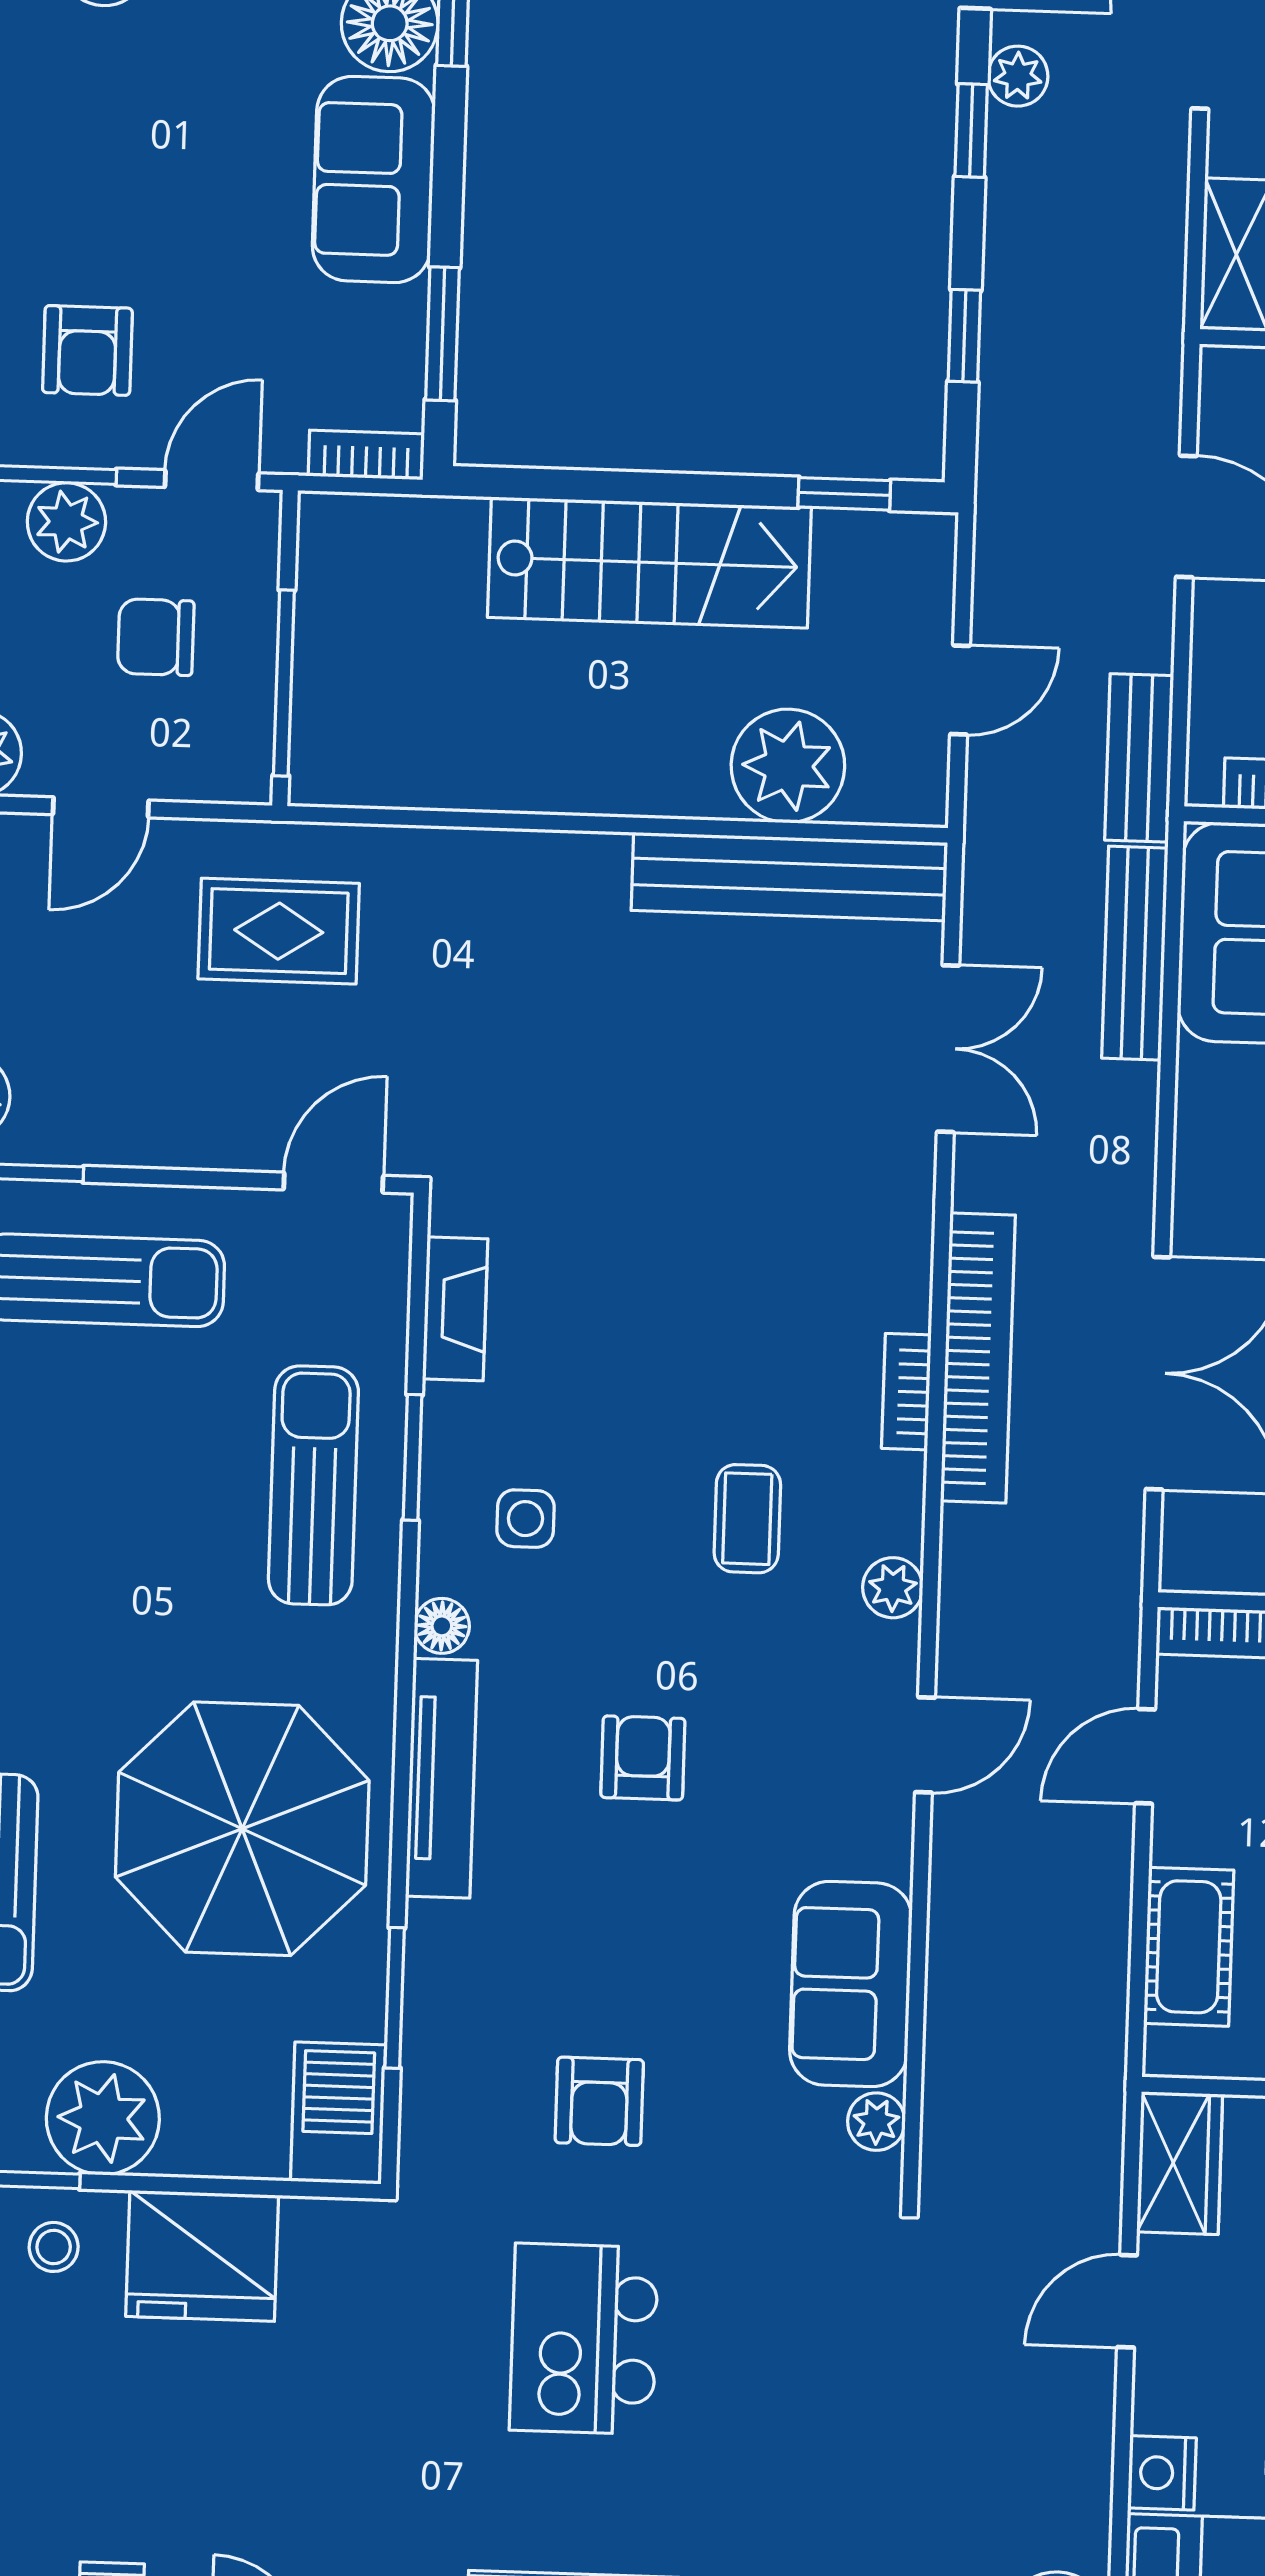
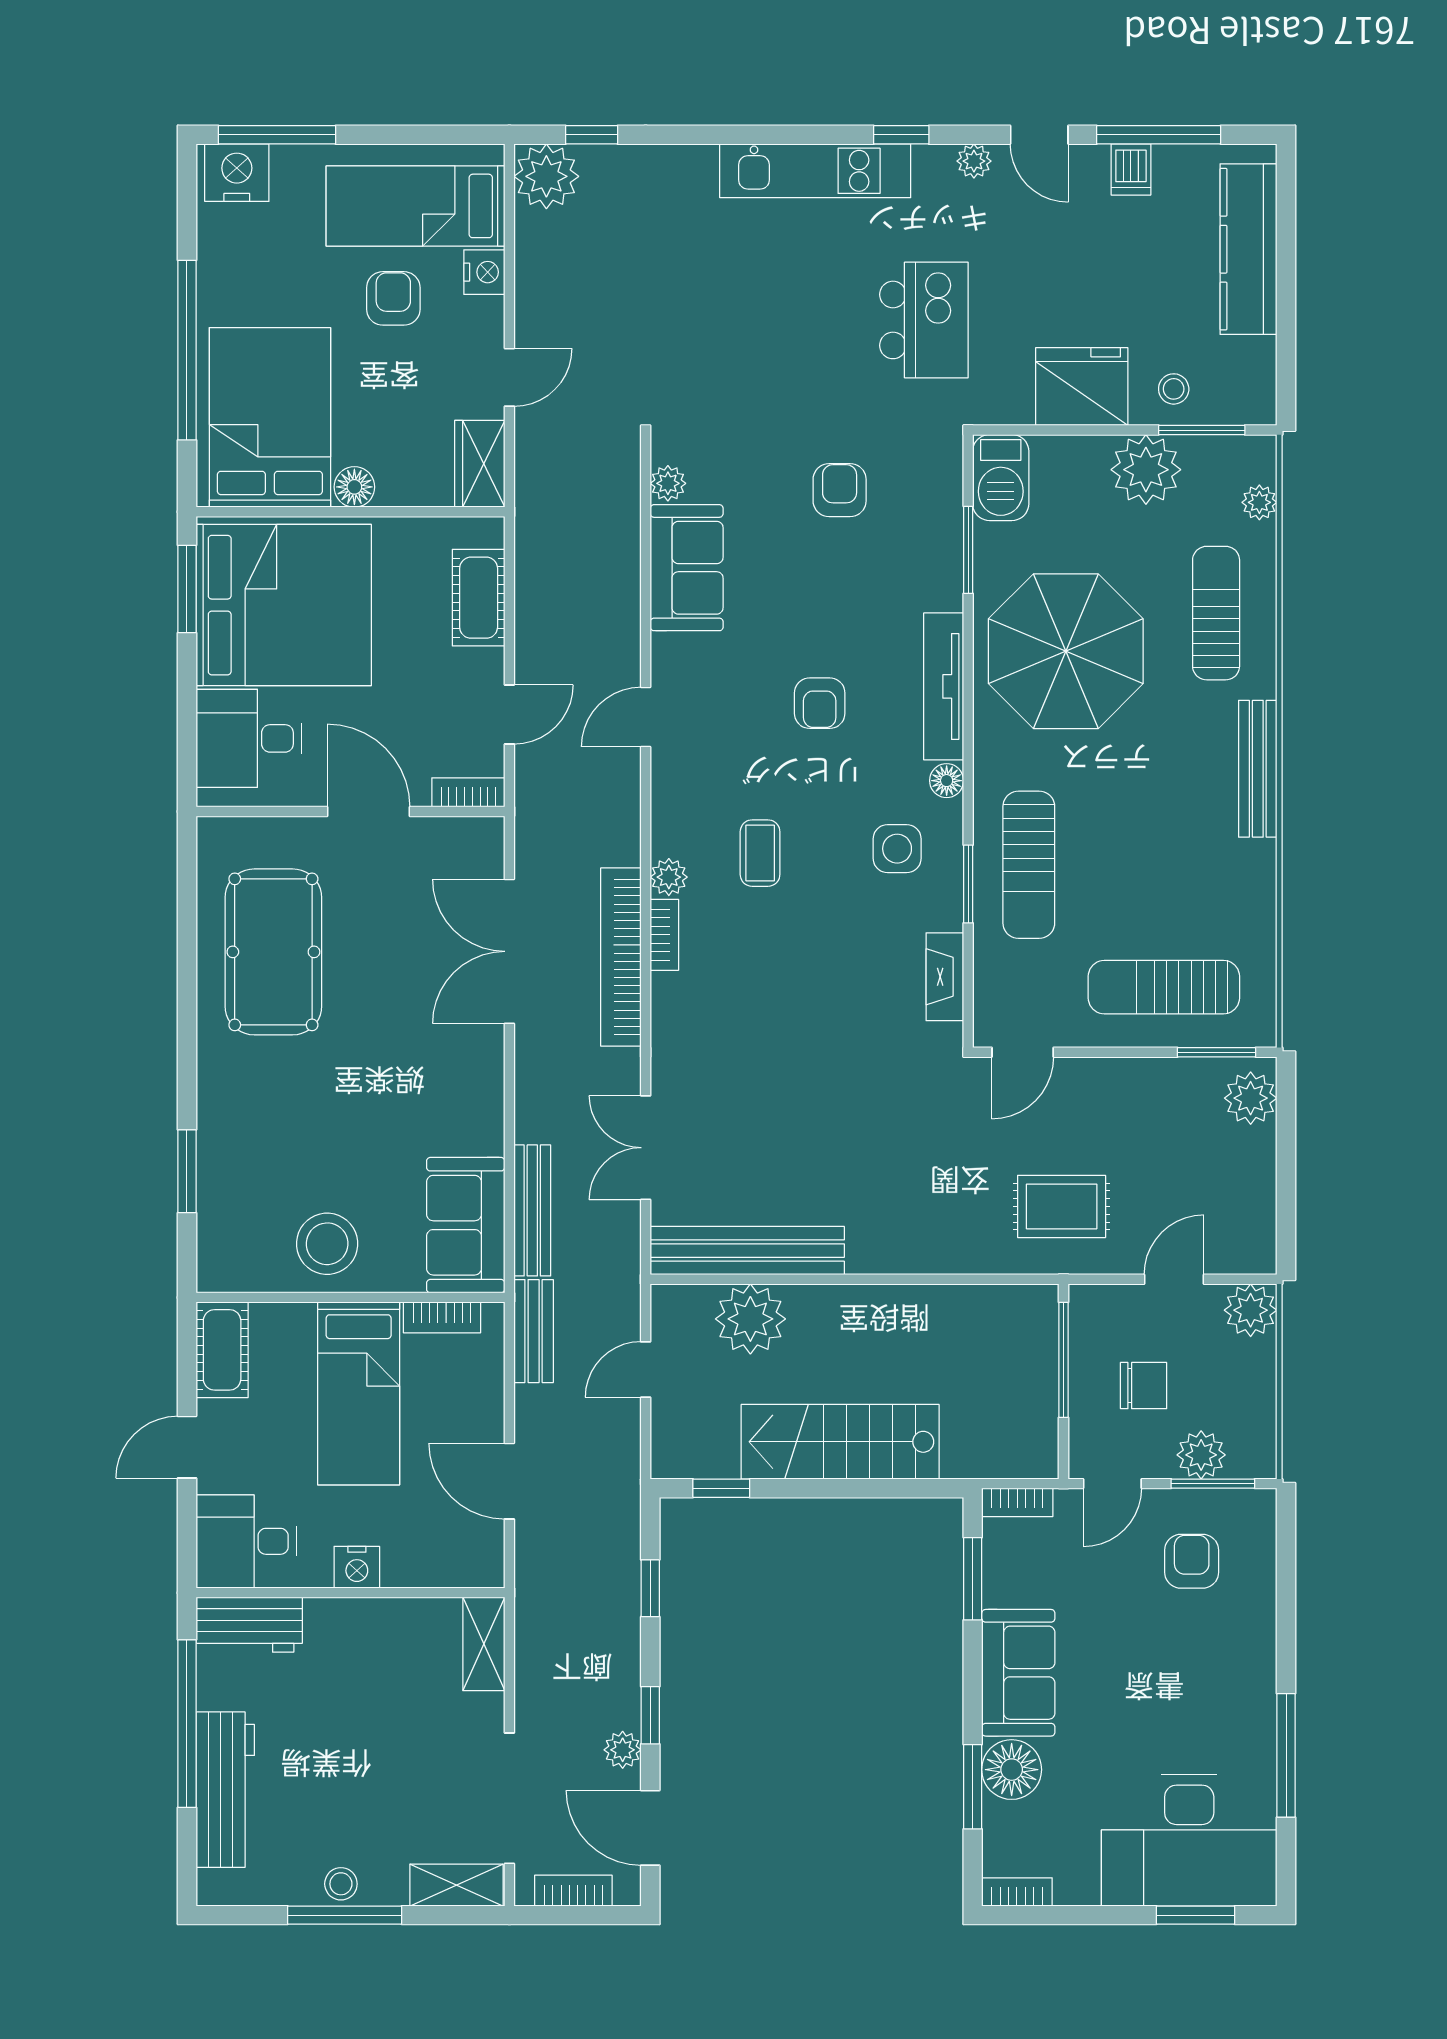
side table: (525, 1519) -> (897, 849), width x1.37, depth x1.37
plant: (893, 1588) -> (669, 877), moved
kitchen island: (584, 2339) -> (924, 320), moved

